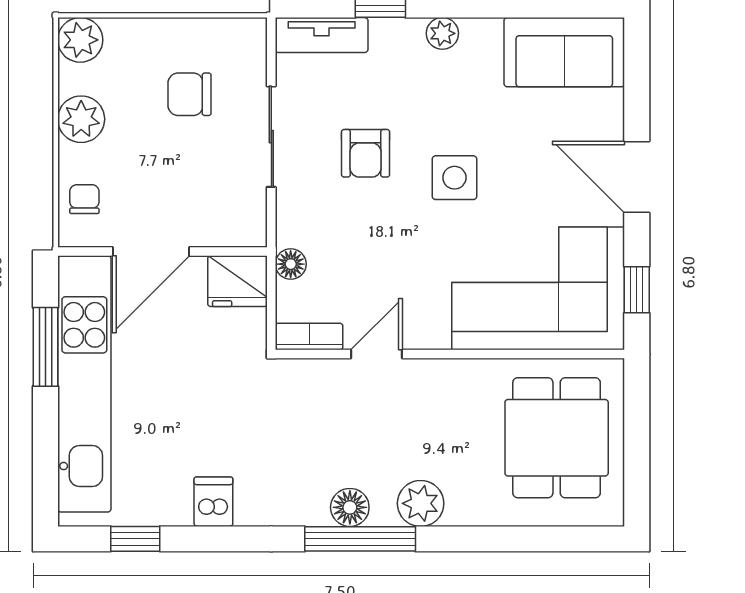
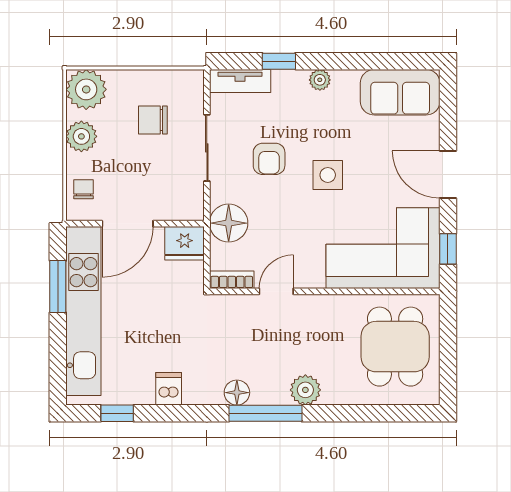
plant: (80, 40) -> (86, 89), width x1.36, depth x1.36
floor lamp: (291, 264) -> (229, 223), width x1.89, depth x1.89
floor lamp: (350, 507) -> (237, 393), moved

